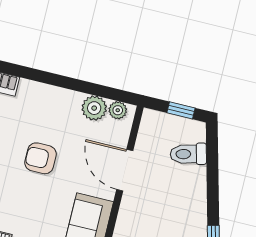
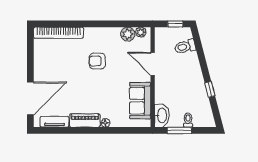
armchair: (41, 158) -> (97, 61), moved

